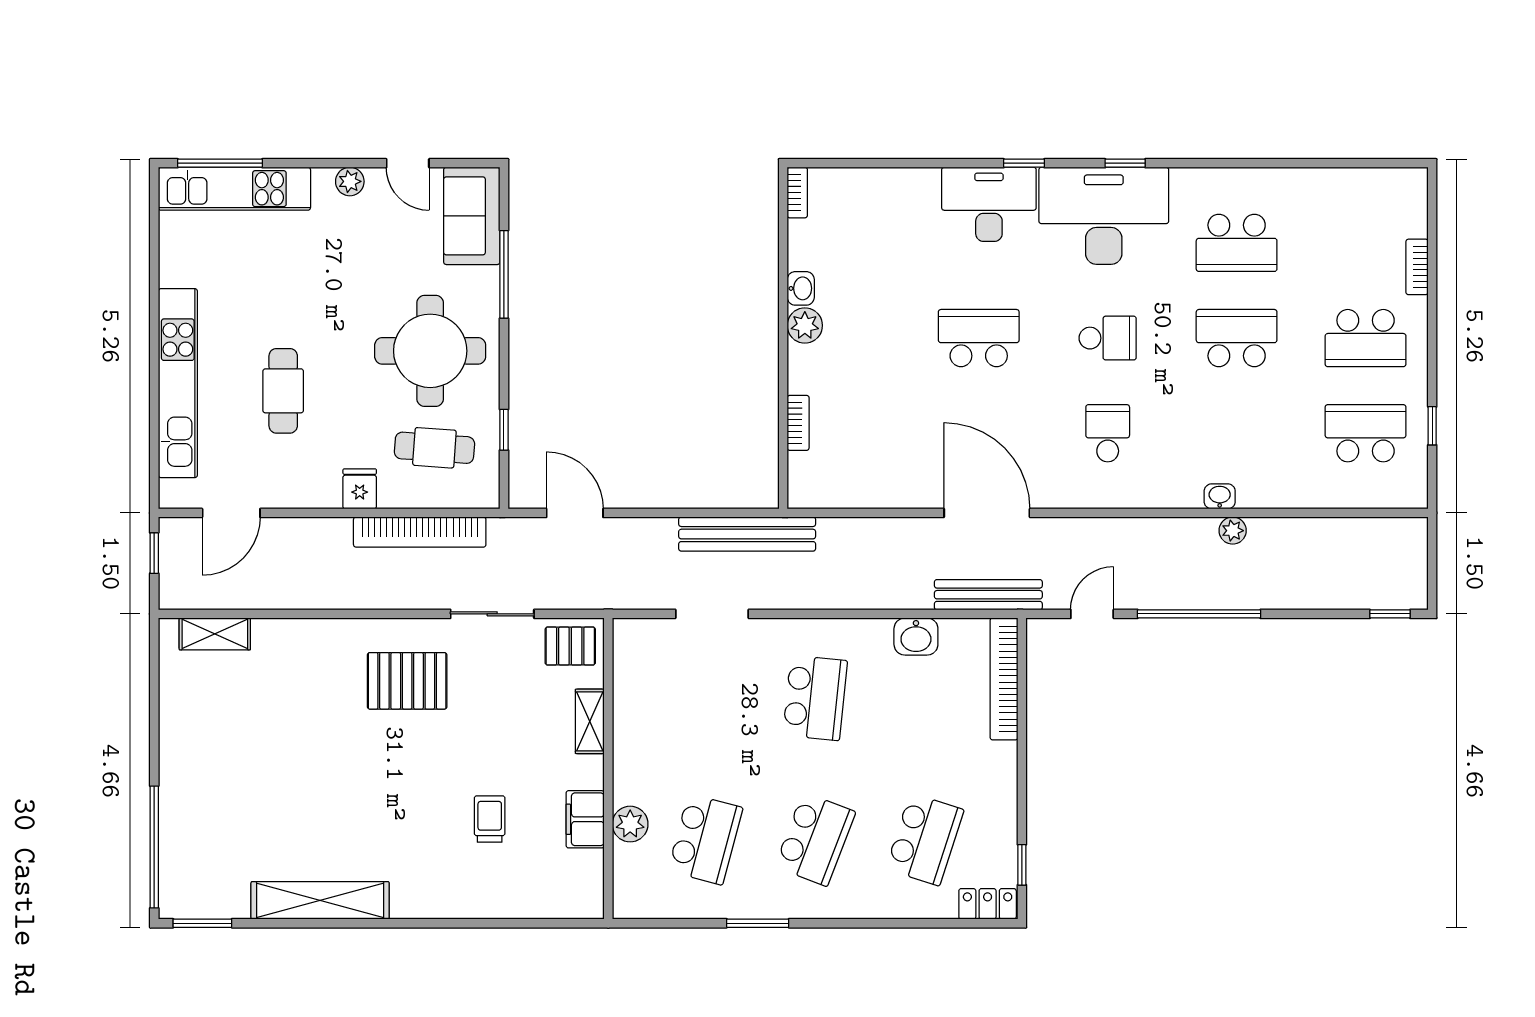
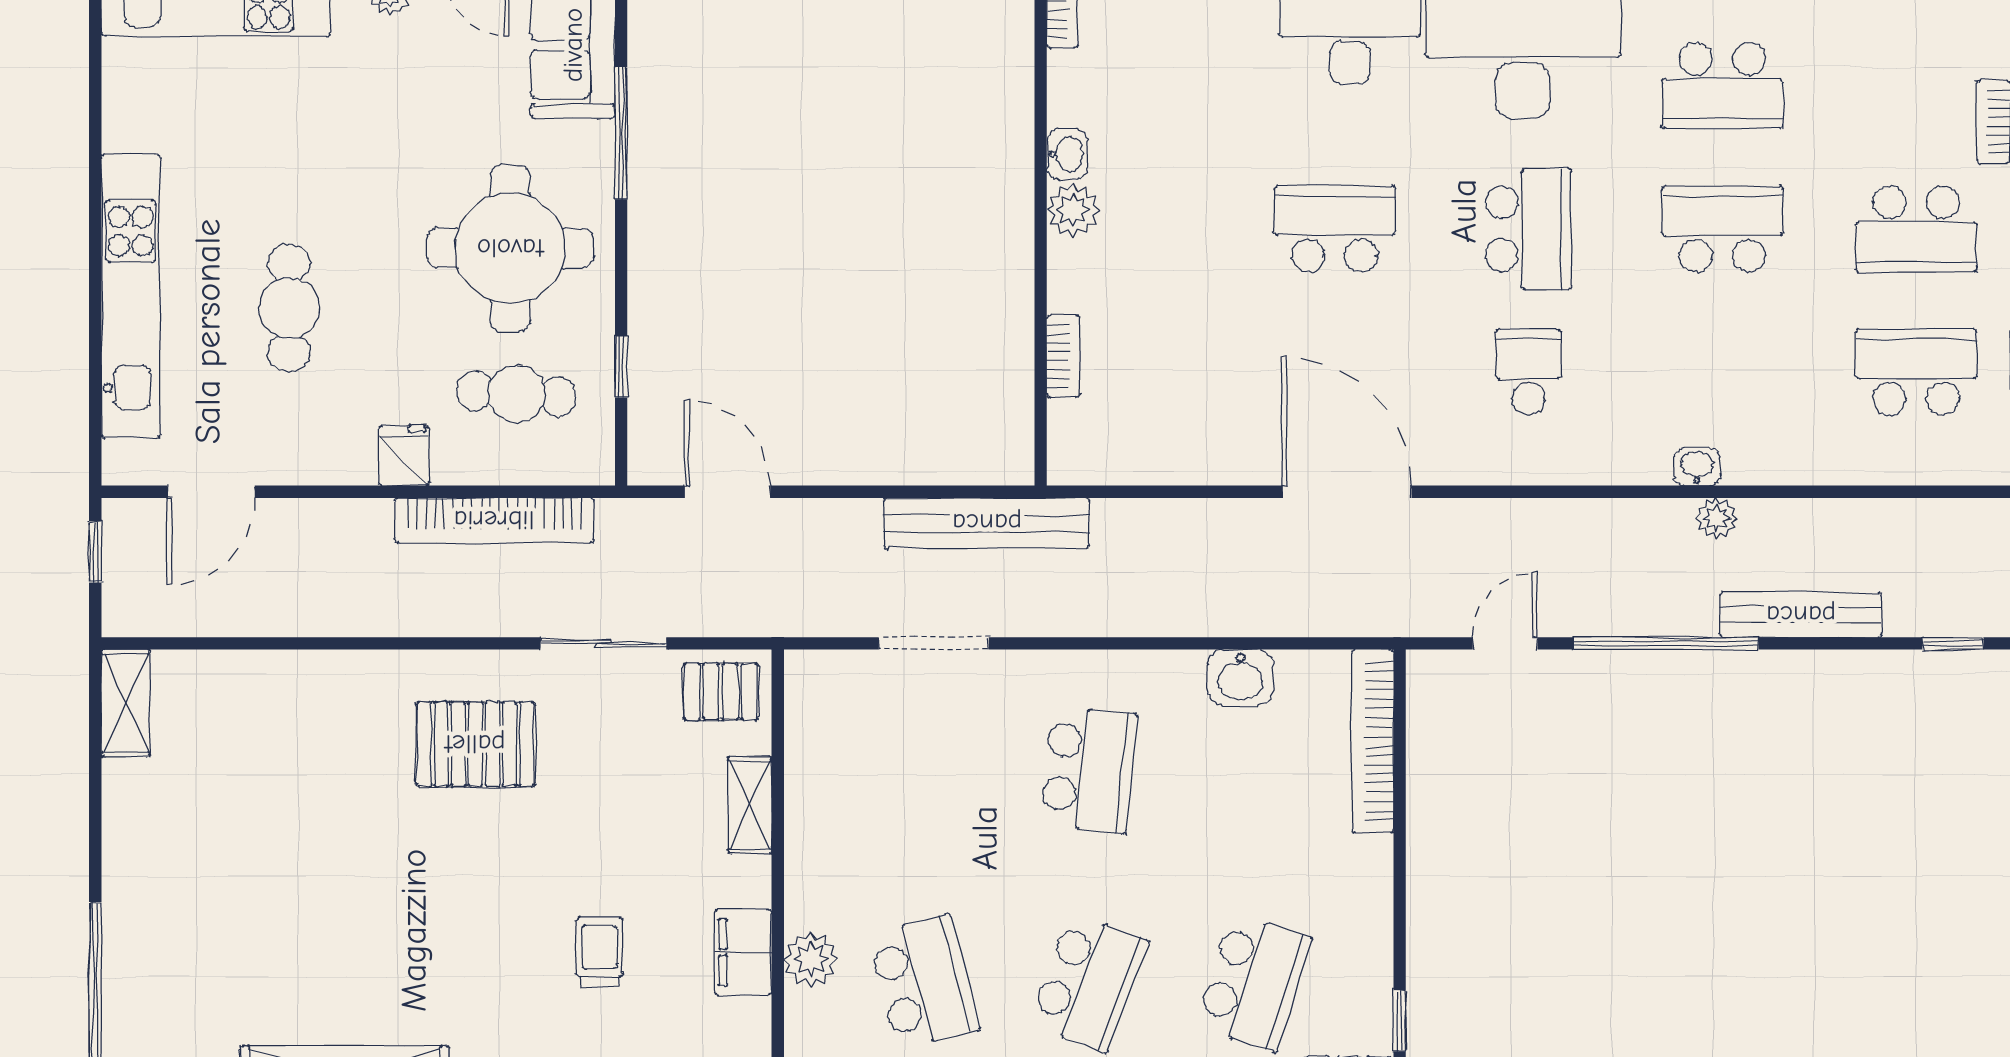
school desk: (1108, 338) -> (1529, 229), width x1.85
bench: (988, 595) -> (1801, 615), moved
shelving: (215, 634) -> (125, 703), moved, turned 90
school desk: (705, 839) -> (924, 982), turned -30

